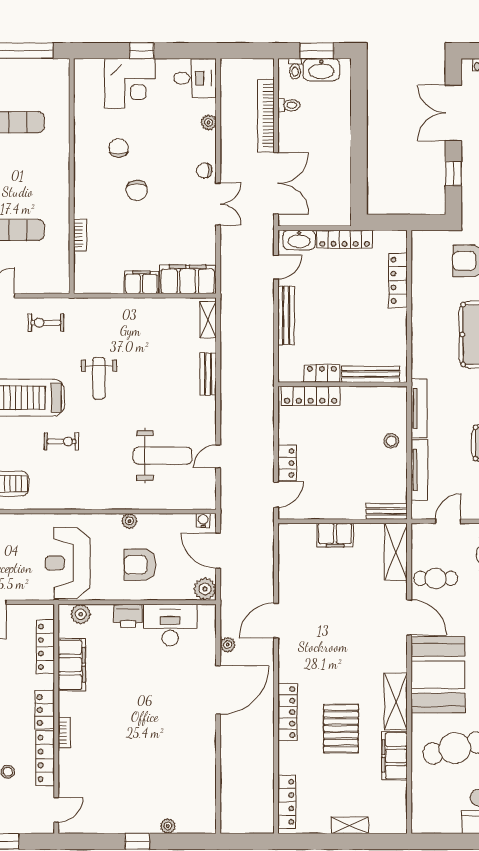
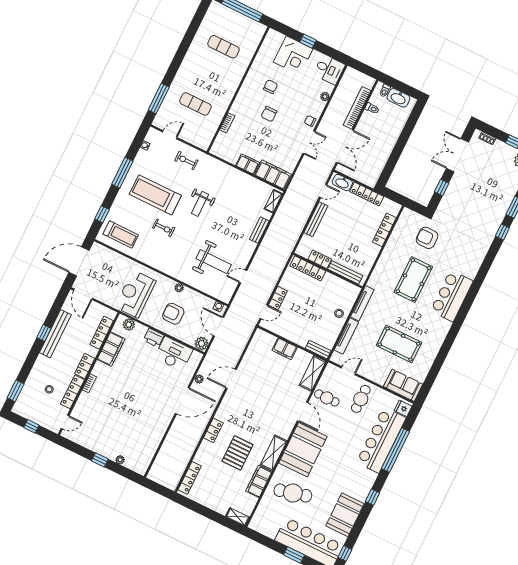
window: (317, 51) -> (401, 87), removed
locker: (287, 712) -> (213, 430), width x0.66
shelving: (350, 825) -> (238, 517), moved

